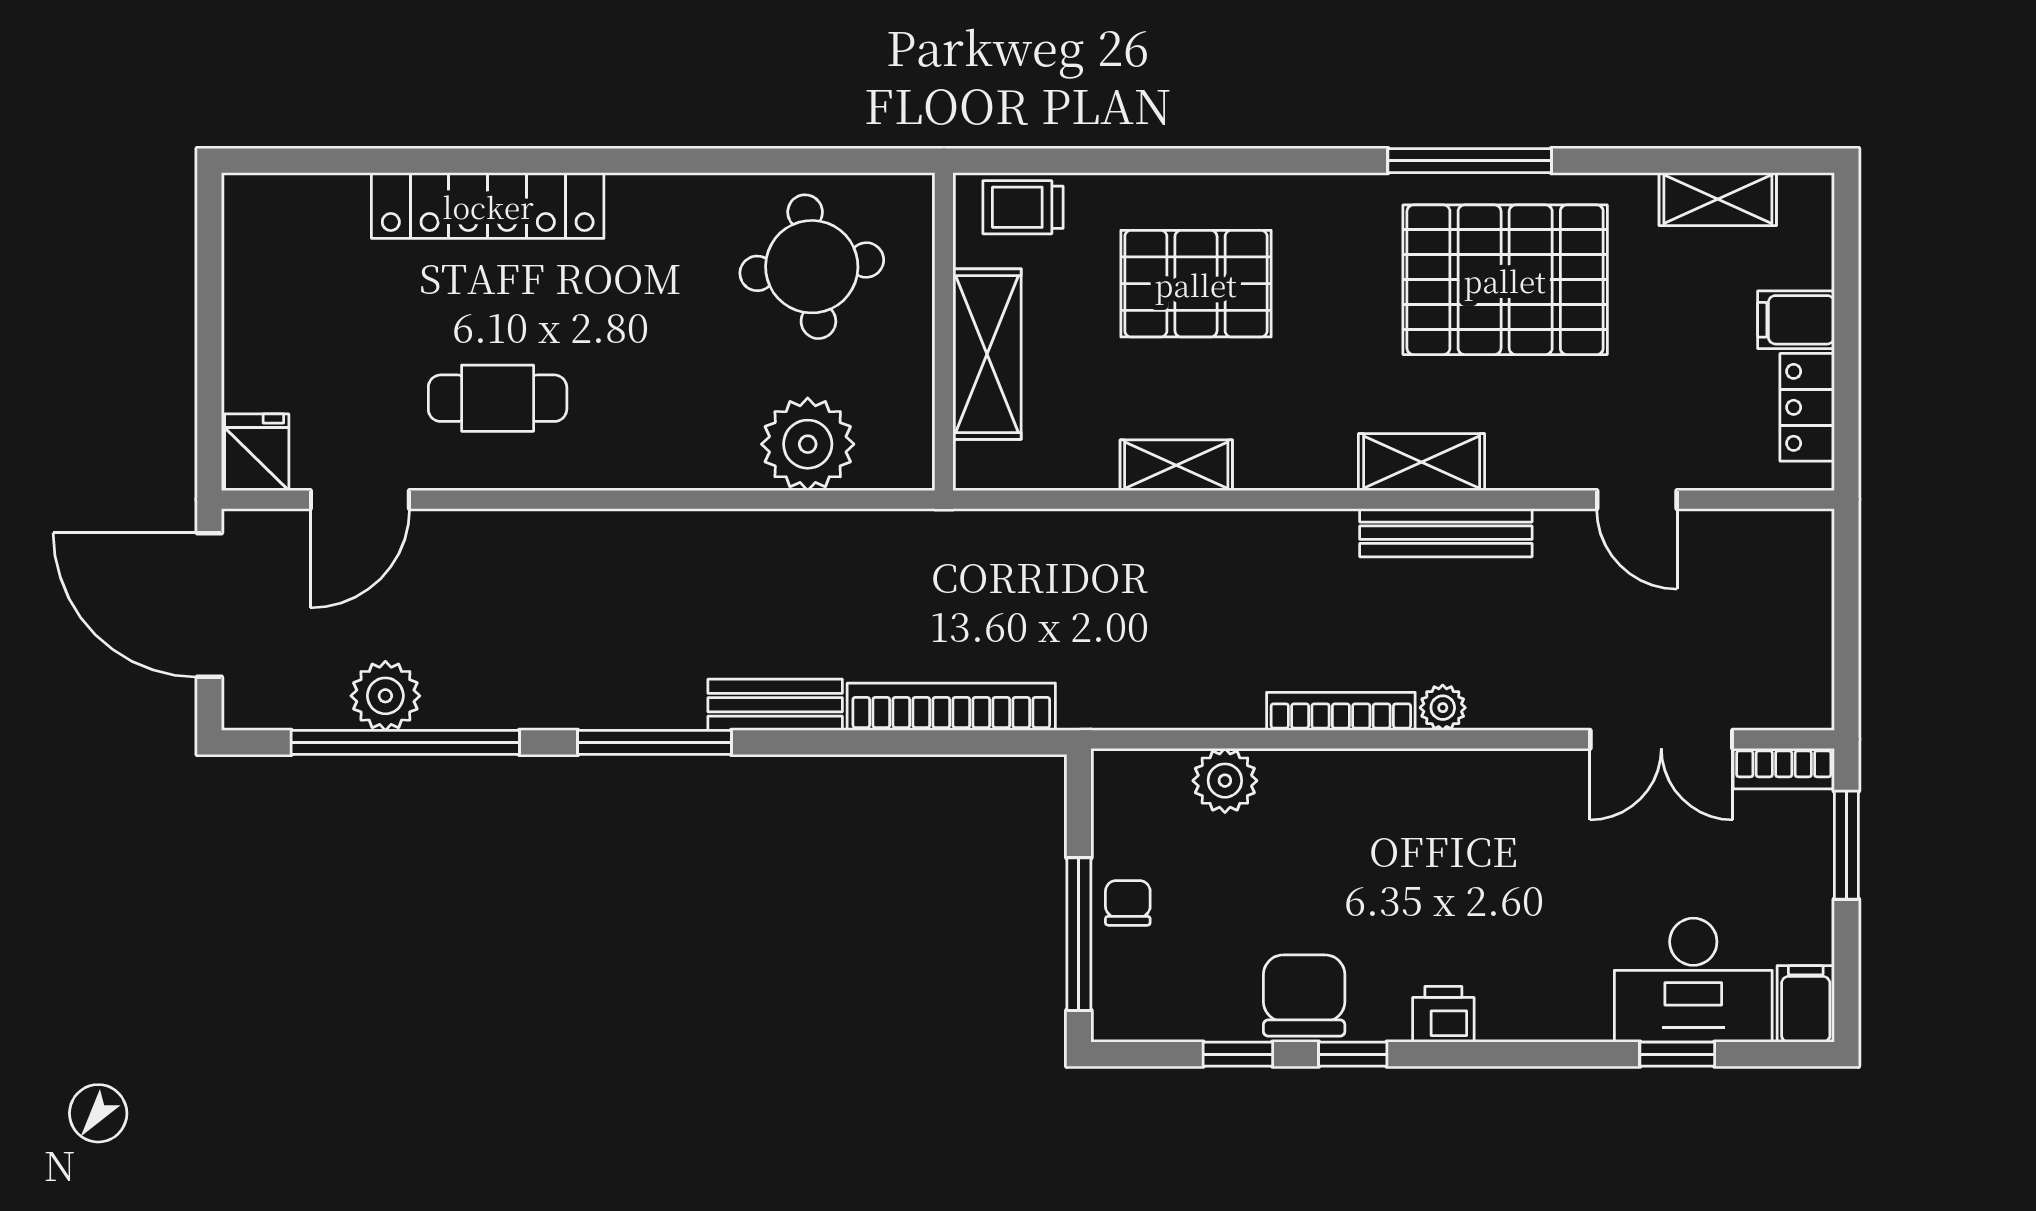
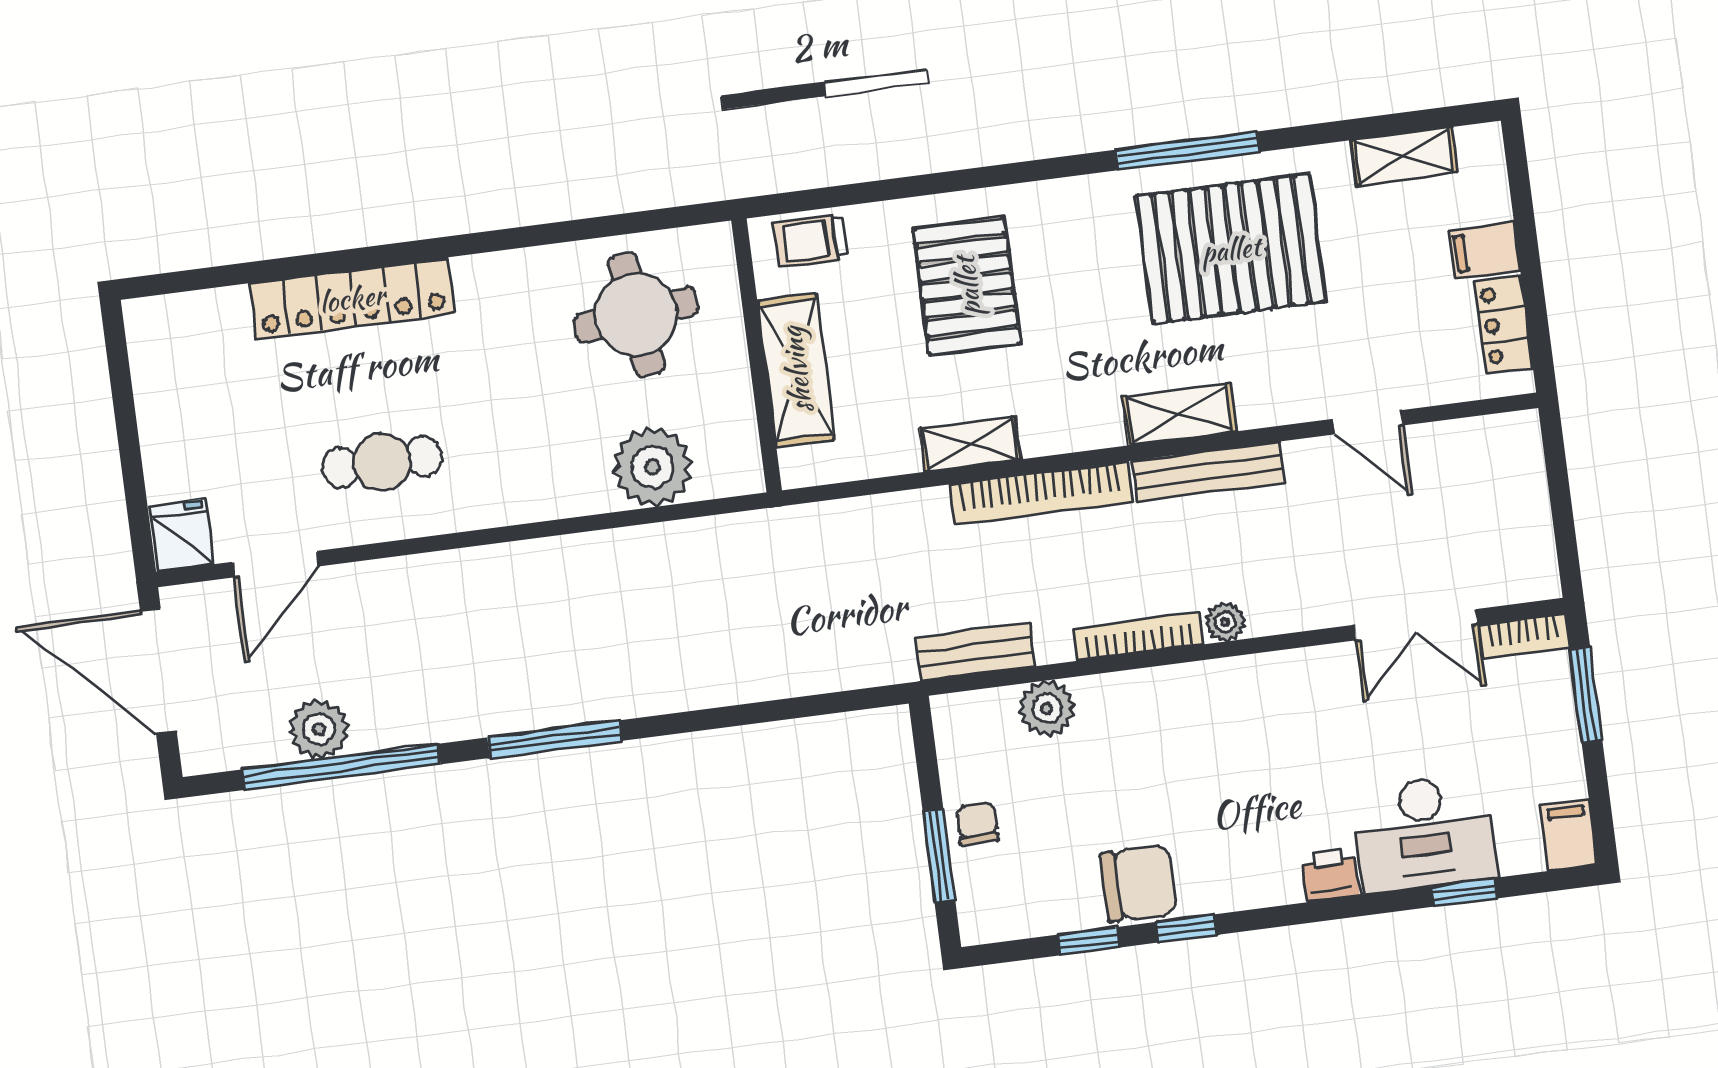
pallet: (1196, 284) -> (967, 286), turned 90
bench: (775, 705) -> (975, 652), moved
bookcase: (951, 707) -> (1041, 493), moved, turned 180
window: (1079, 934) -> (939, 856), width x0.69
desk: (1693, 980) -> (1424, 833), moved
chair: (1304, 995) -> (1139, 884), turned 90
printer: (1443, 1014) -> (1330, 875), moved

